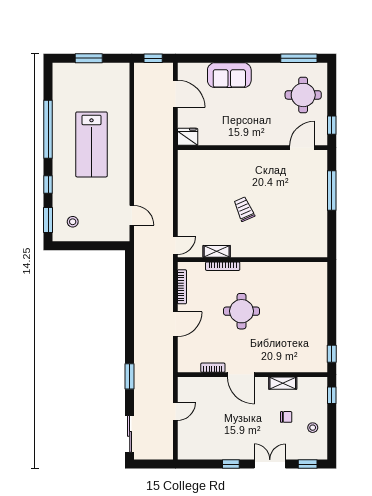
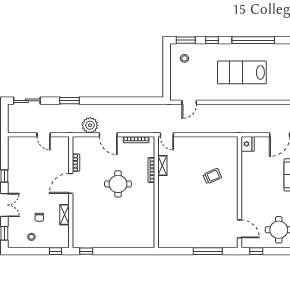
trolley: (244, 209) -> (212, 176), moved
plant: (163, 349) -> (90, 125), added

